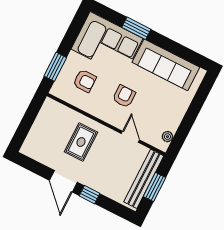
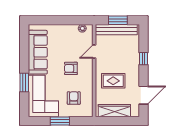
window: (55, 67) -> (60, 121), moved
wardrobe: (42, 124) -> (114, 111), added
door: (63, 181) -> (143, 95), moved

